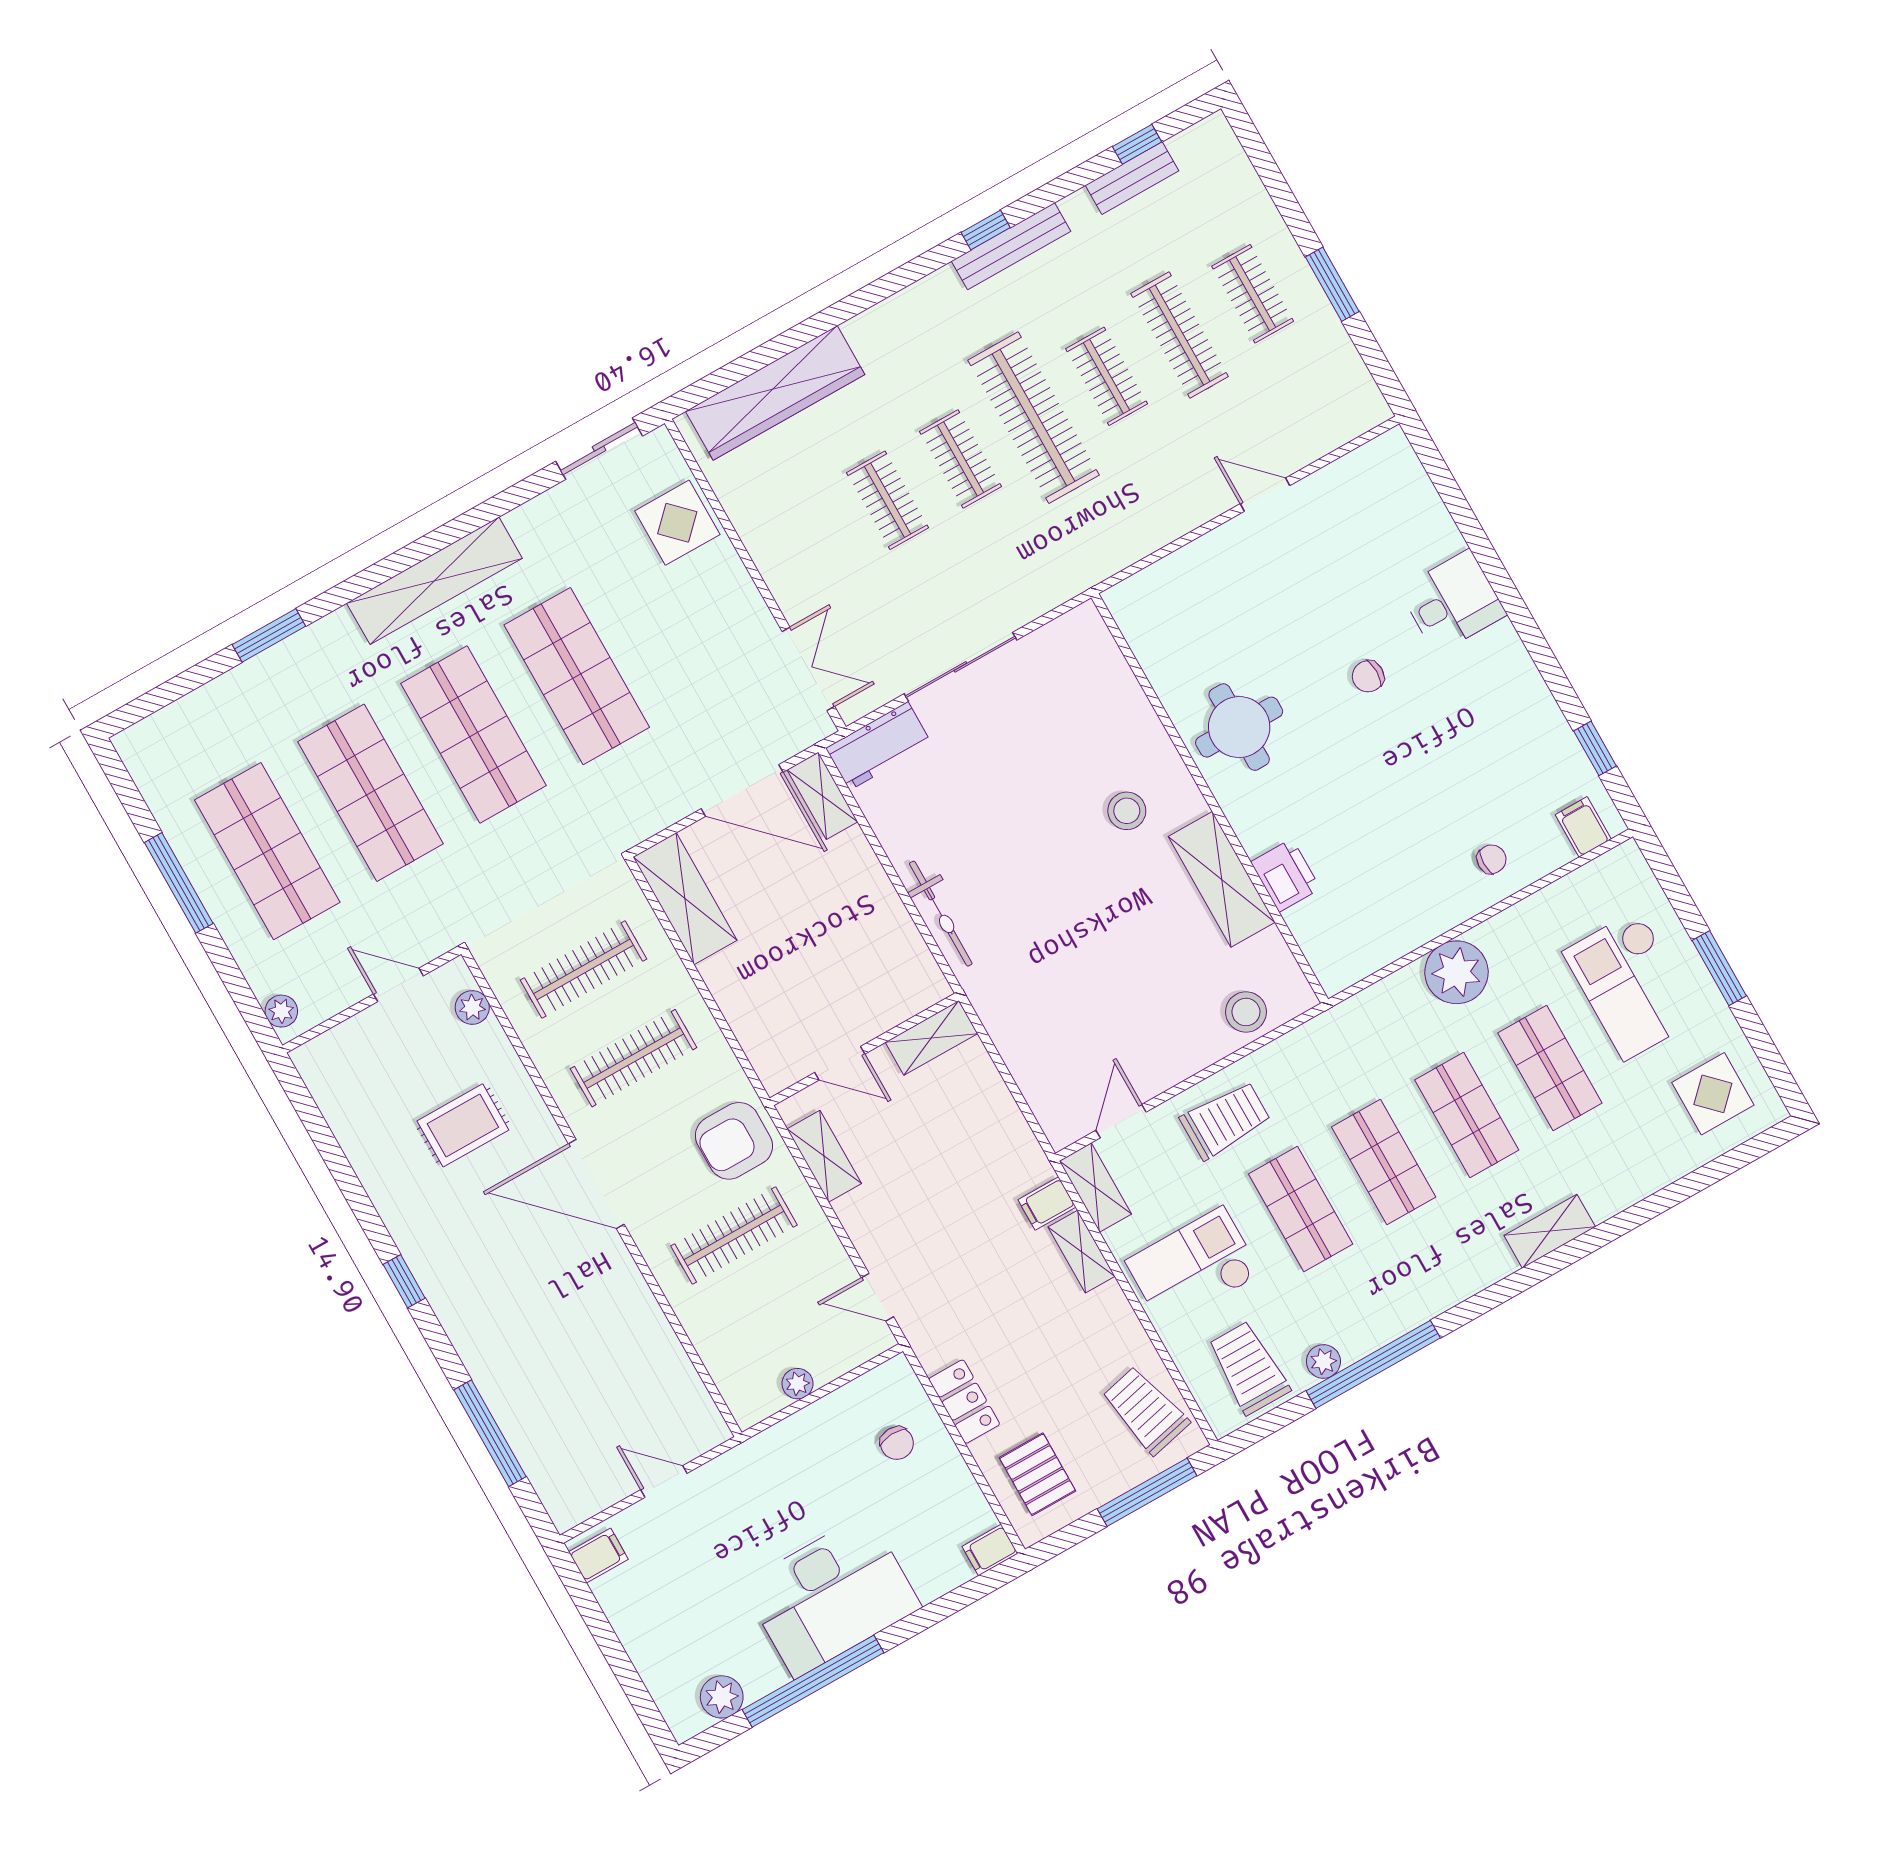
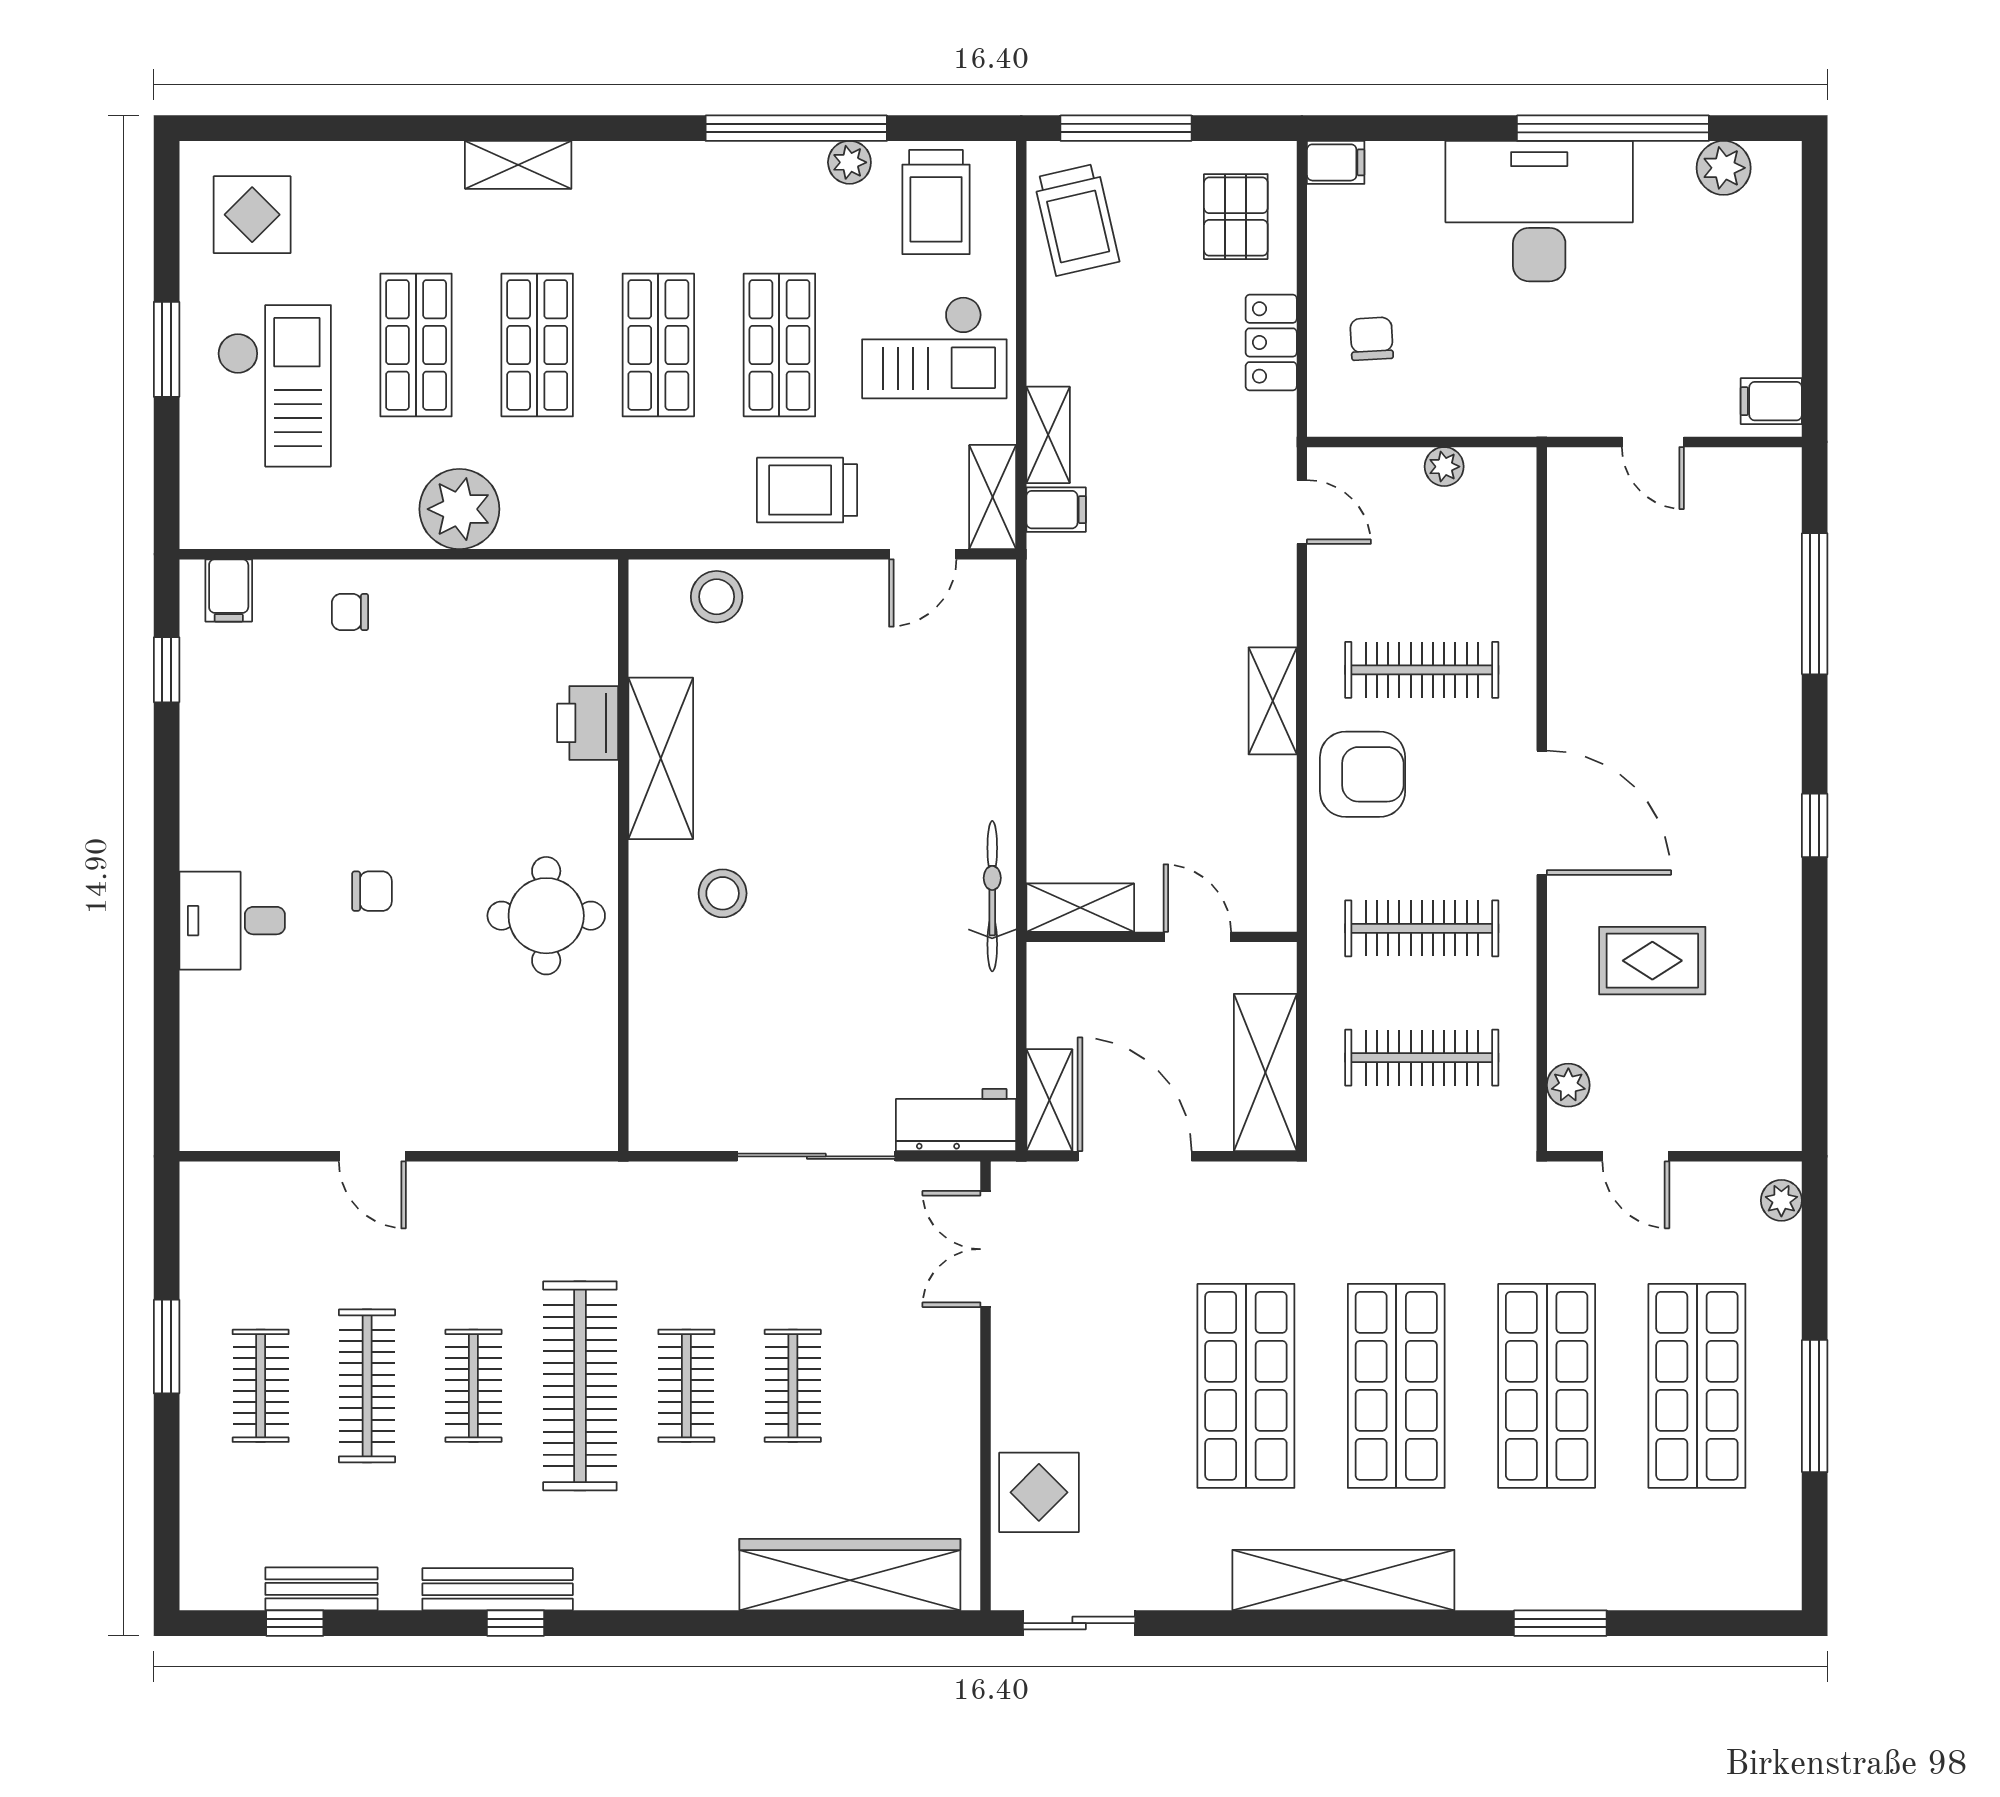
shelving: (931, 1038) -> (1080, 908), moved
wall: (864, 1049) -> (1162, 937), moved
door: (840, 1063) -> (1197, 937), moved

